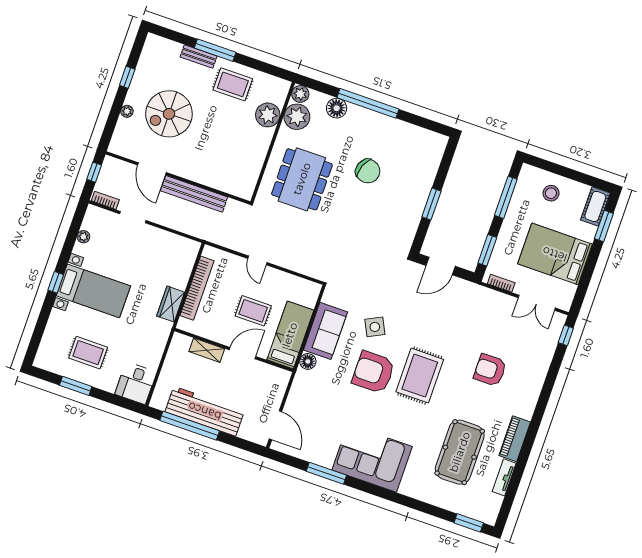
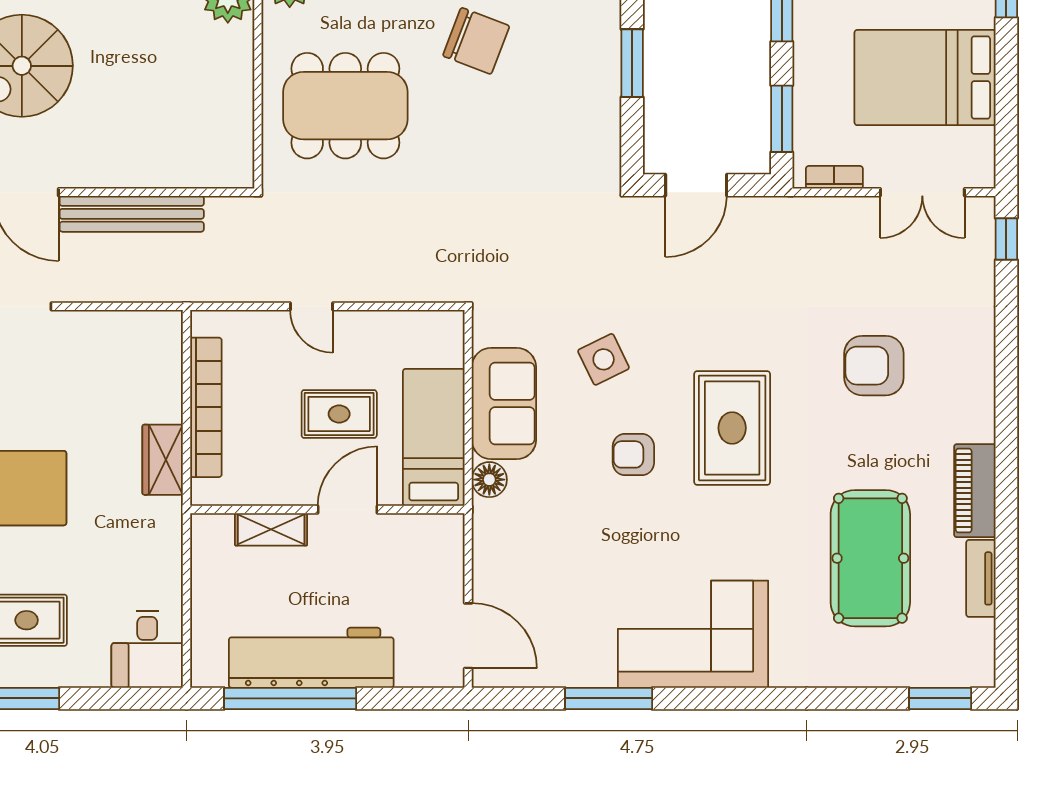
dining table: (302, 179) -> (345, 106), turned 90
armchair: (373, 372) -> (633, 454), width x0.53, depth x0.53

